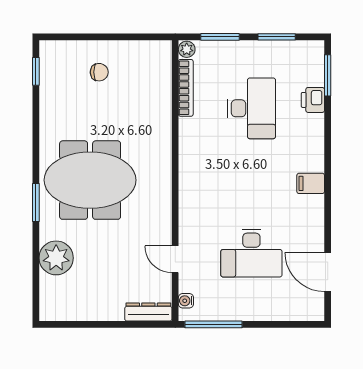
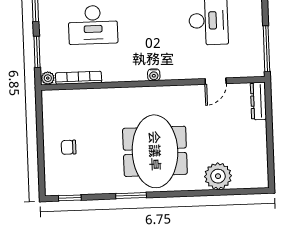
chair: (99, 72) -> (69, 147), turned -90
desk: (251, 108) -> (93, 25), turned 180
window: (36, 202) -> (131, 196), moved
water cooler: (186, 301) -> (154, 75), moved

